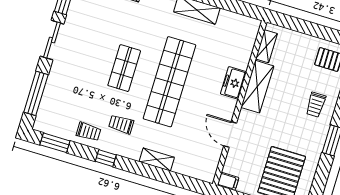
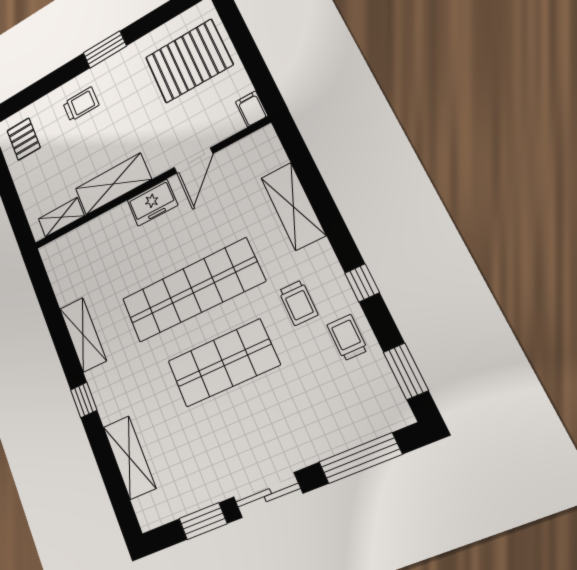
shop shelf: (124, 68) -> (223, 363), width x1.43, depth x1.36
freezer: (233, 83) -> (152, 203), moved
shelving: (157, 159) -> (293, 206), width x1.50, depth x1.33

